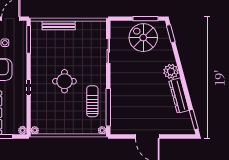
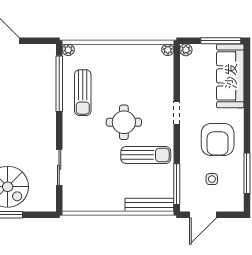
bench: (59, 25) -> (149, 205), moved
sun lounger: (50, 59) -> (146, 155), added

